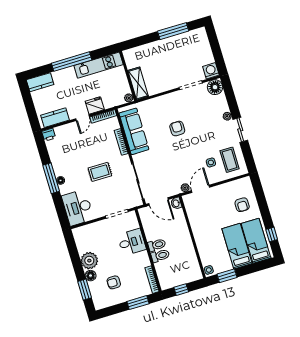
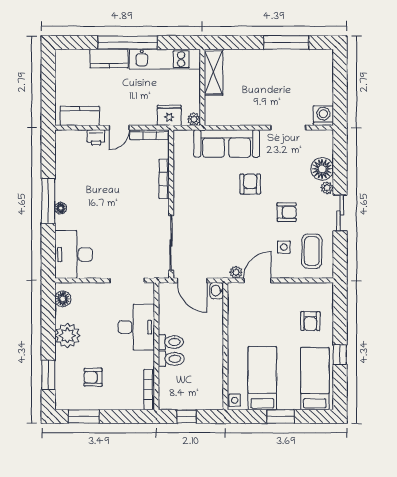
kitchen counter: (40, 82) -> (109, 59), moved
shelving: (138, 83) -> (214, 72), moved
floor lamp: (215, 87) -> (322, 169), moved
fridge: (95, 105) -> (169, 115), moved
sofa: (134, 131) -> (227, 143), moved, turned 90
printer: (49, 135) -> (96, 137), moved
armchair: (206, 140) -> (287, 212), added
rug: (100, 172) -> (121, 213), removed
window: (272, 235) -> (340, 355), moved
desk: (132, 242) -> (136, 327), width x1.37
bed: (237, 246) -> (262, 378), moved
floor lamp: (91, 276) -> (63, 299), moved
window: (227, 276) -> (281, 416), moved
window: (138, 303) -> (84, 416), moved

